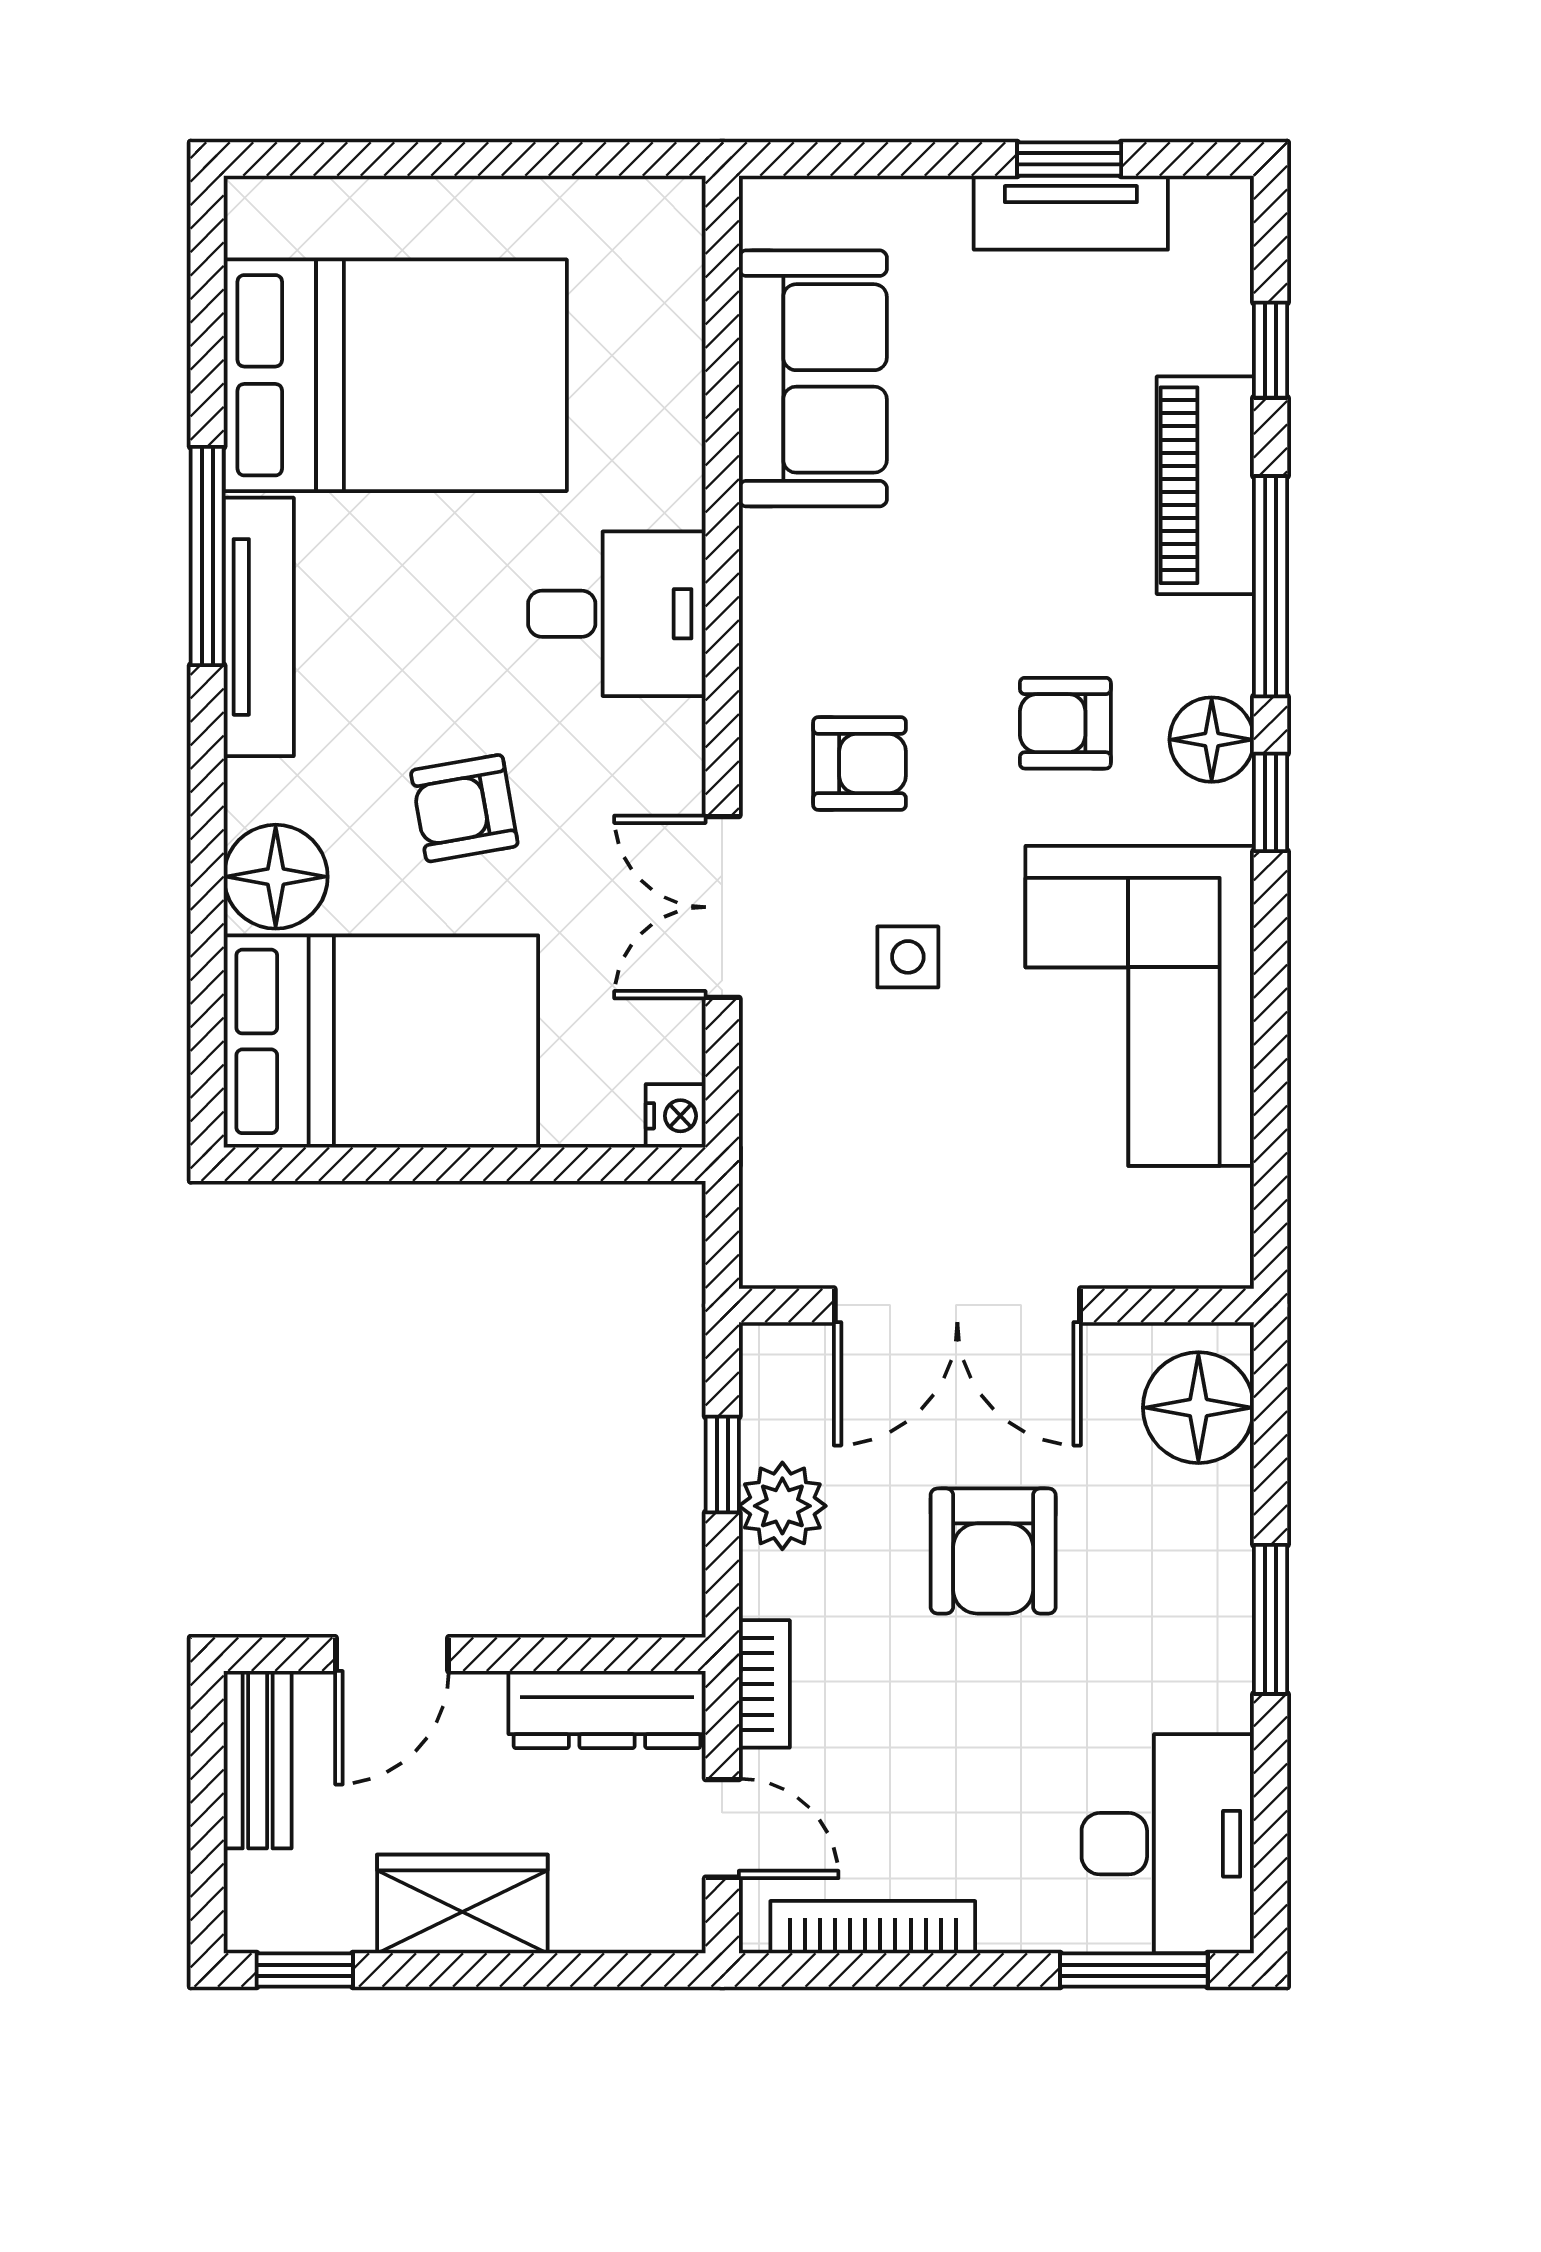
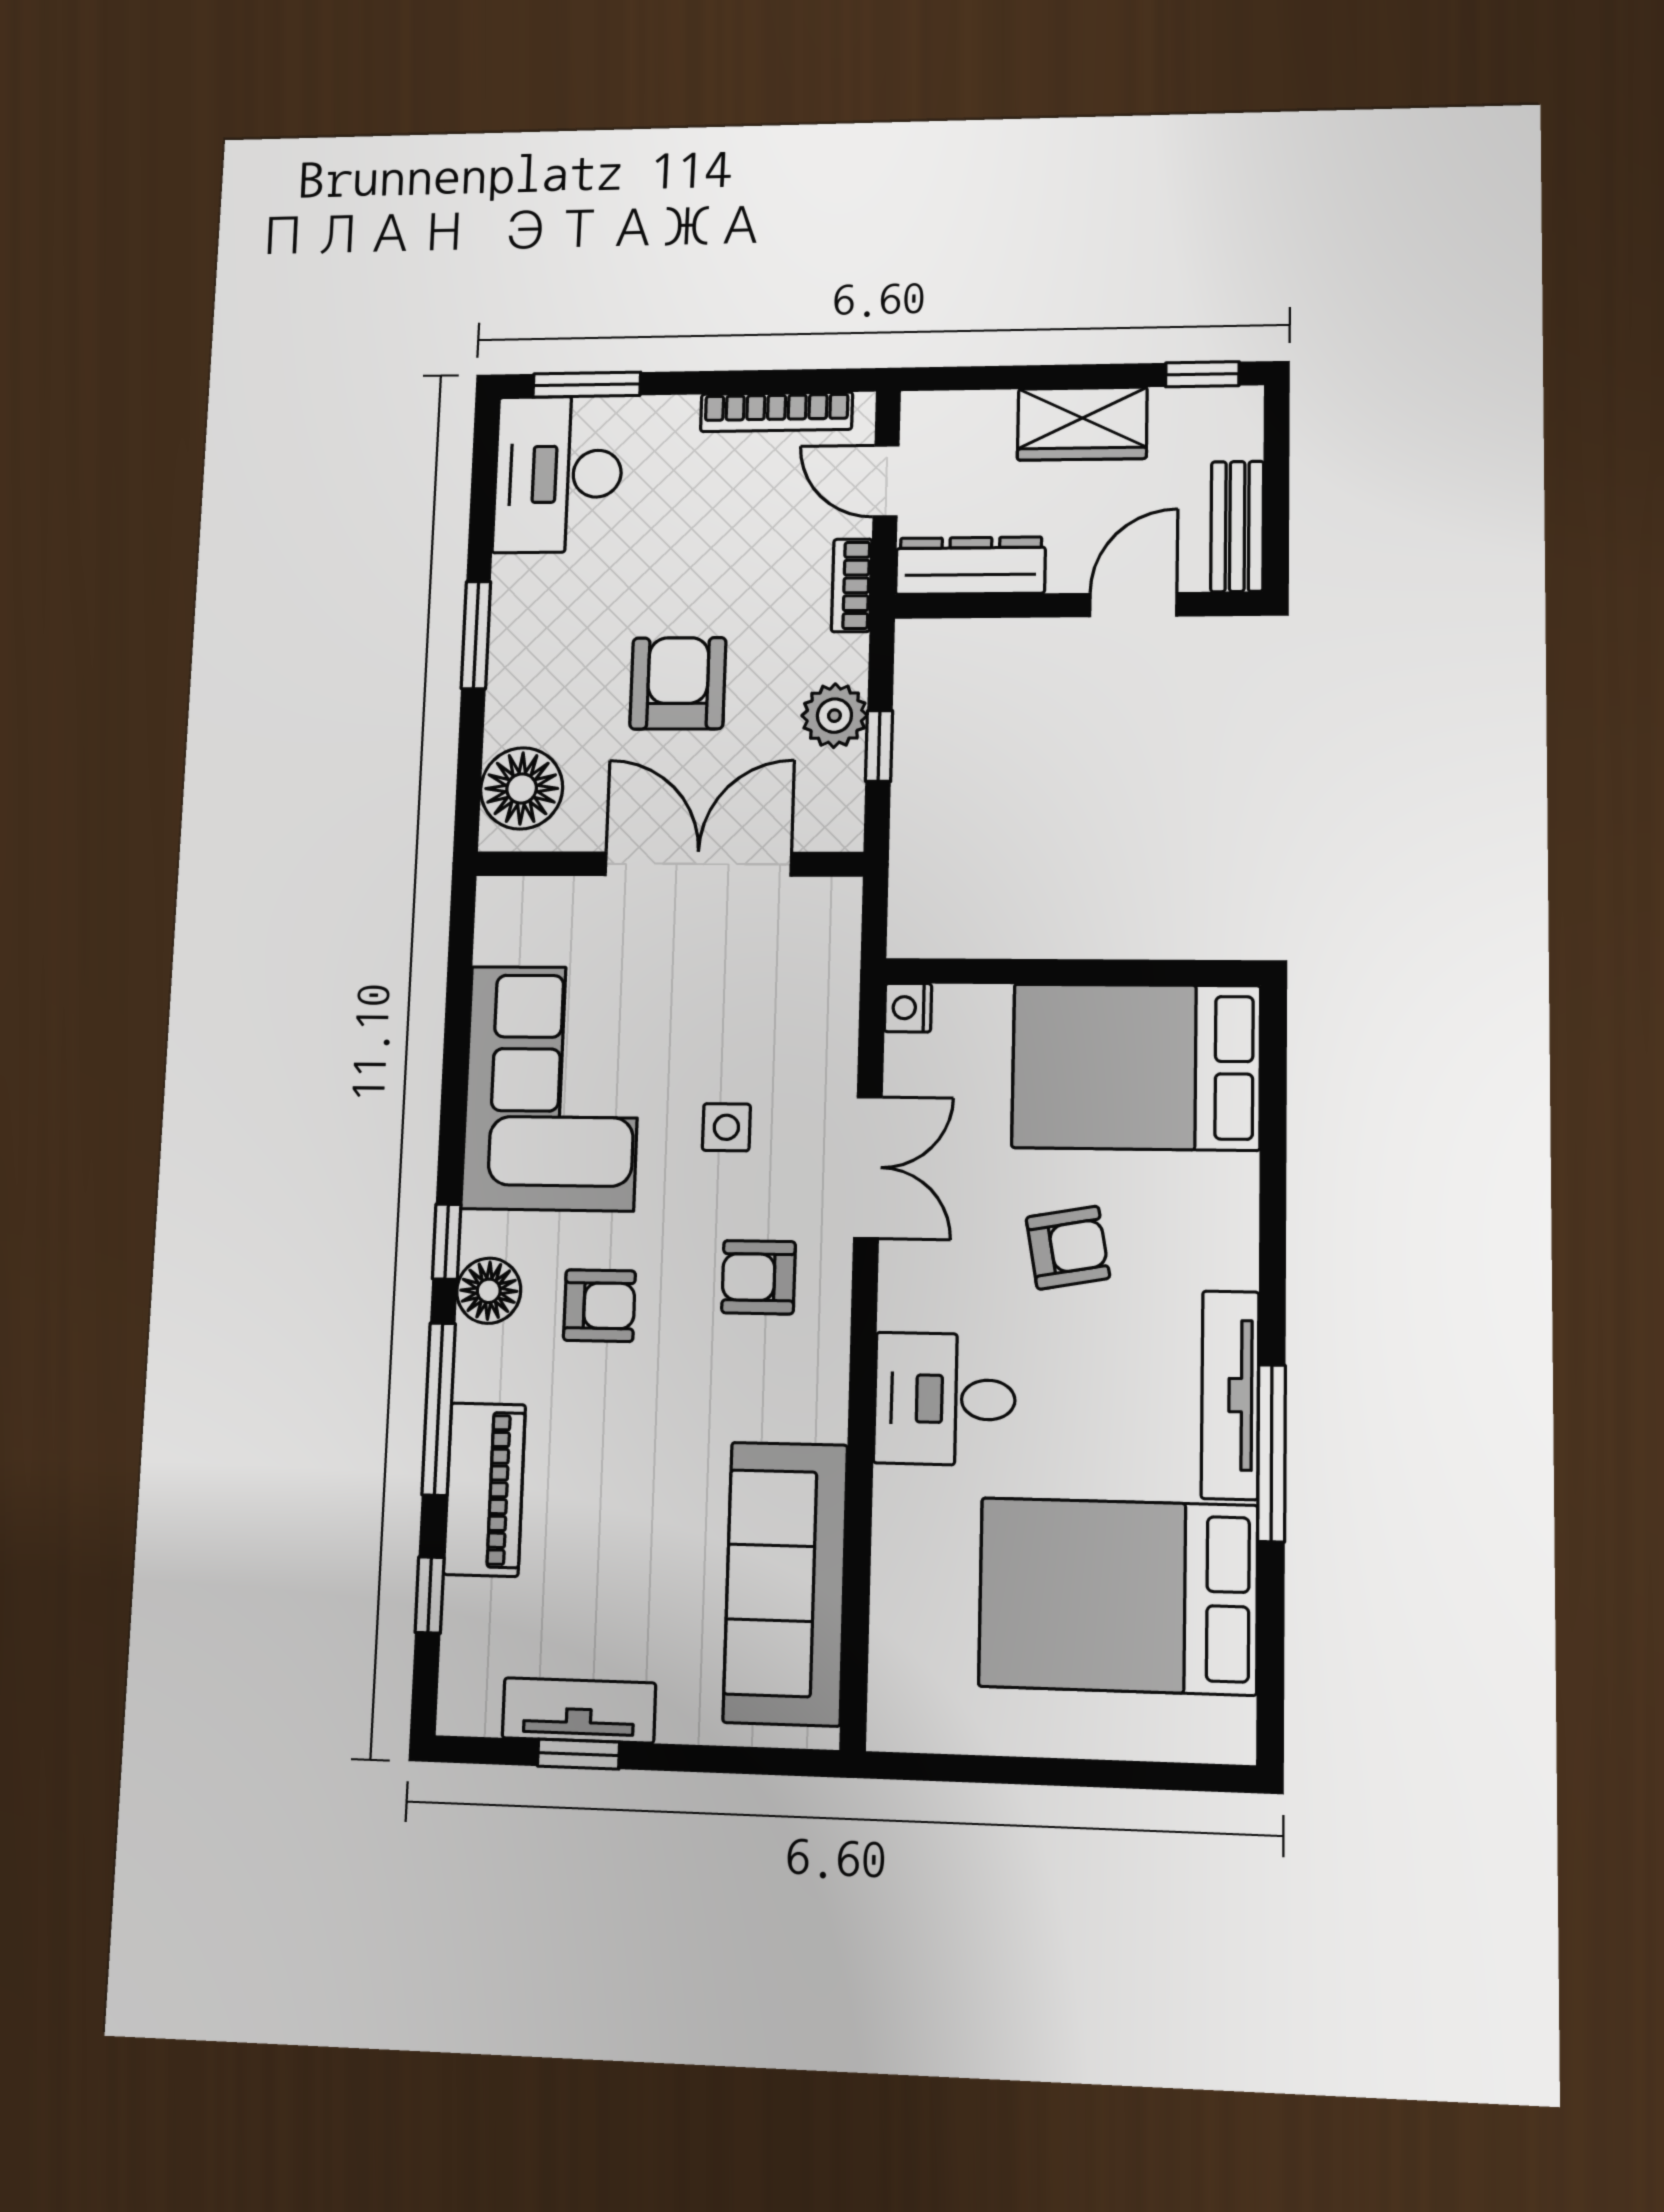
sofa: (813, 378) -> (785, 1583), width x1.36
floor lamp: (276, 877) -> (1218, 1196), removed

